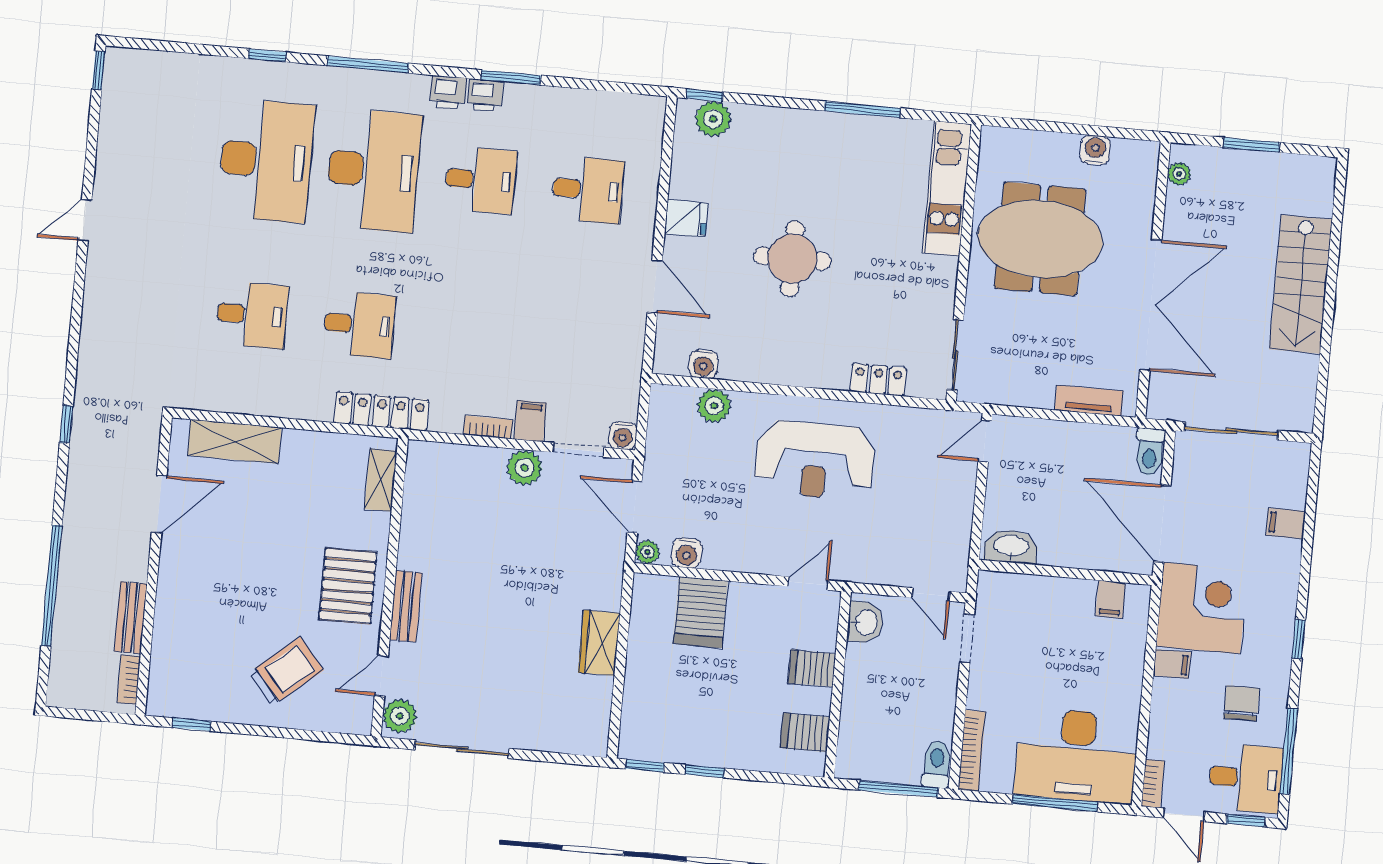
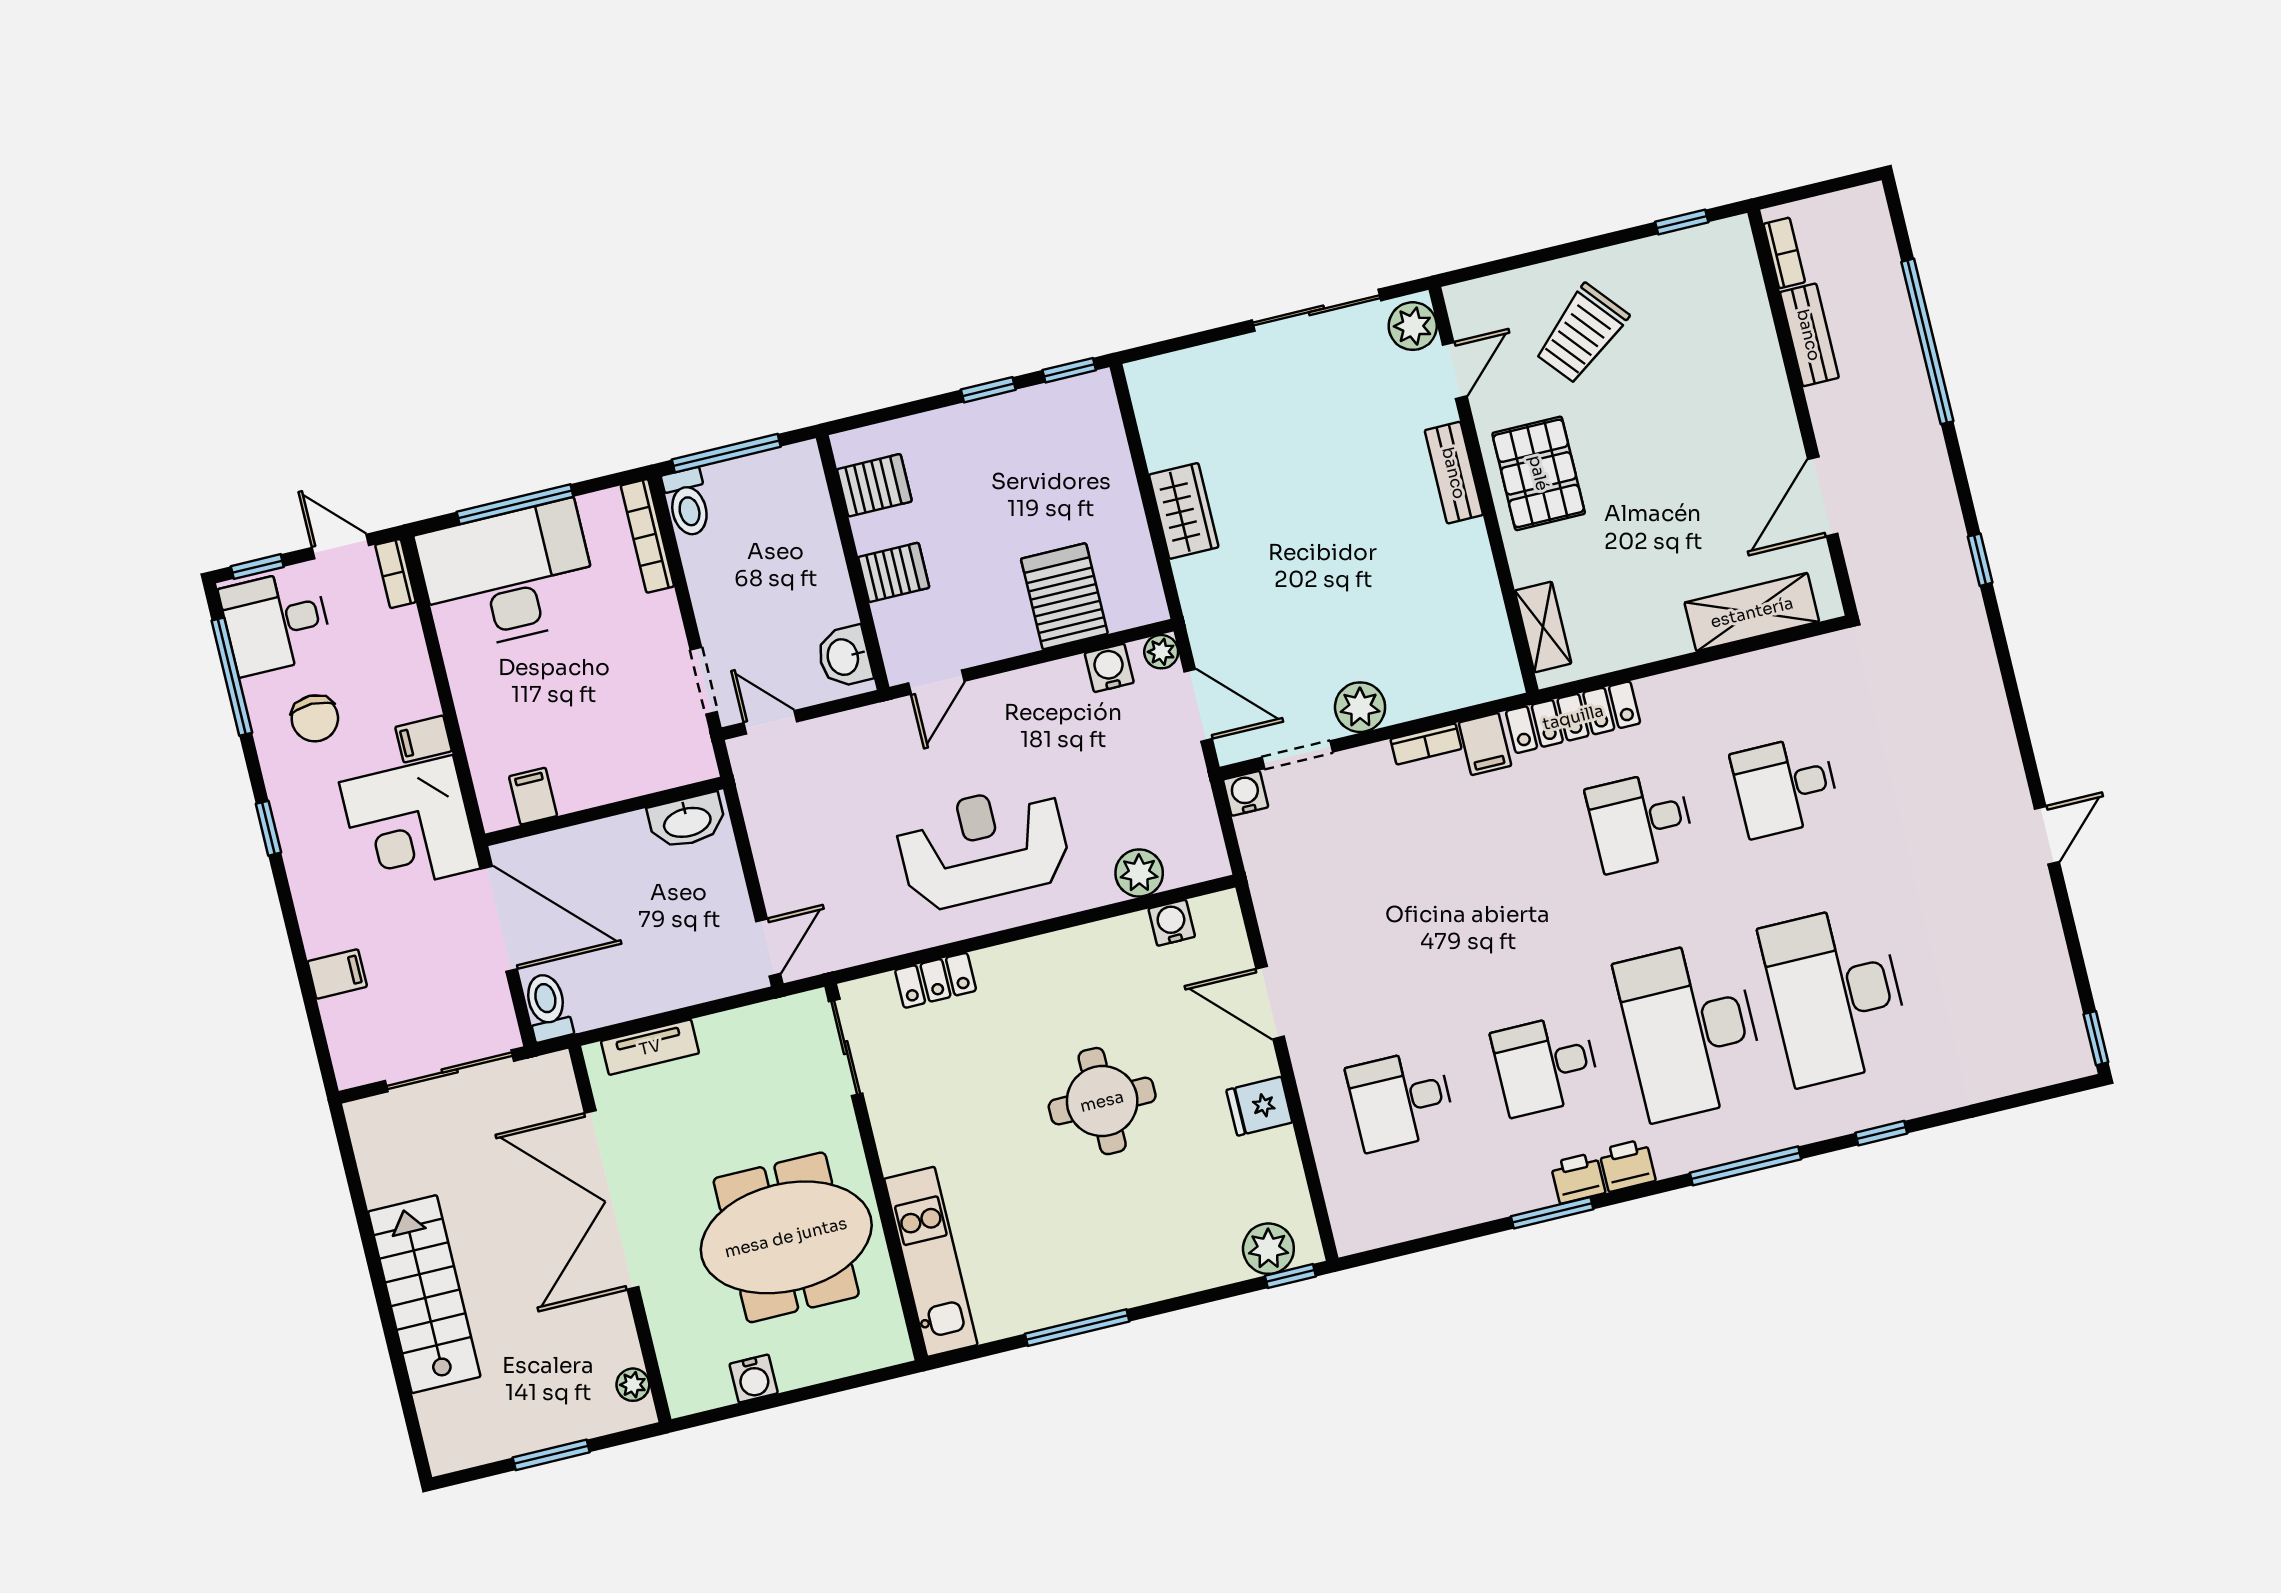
filing cabinet: (530, 421) -> (1485, 744), moved

